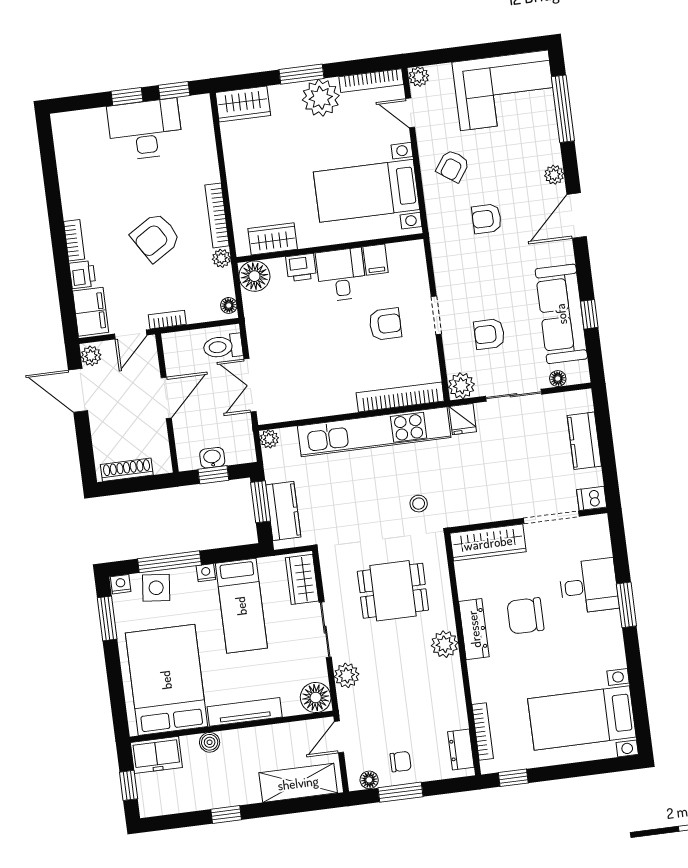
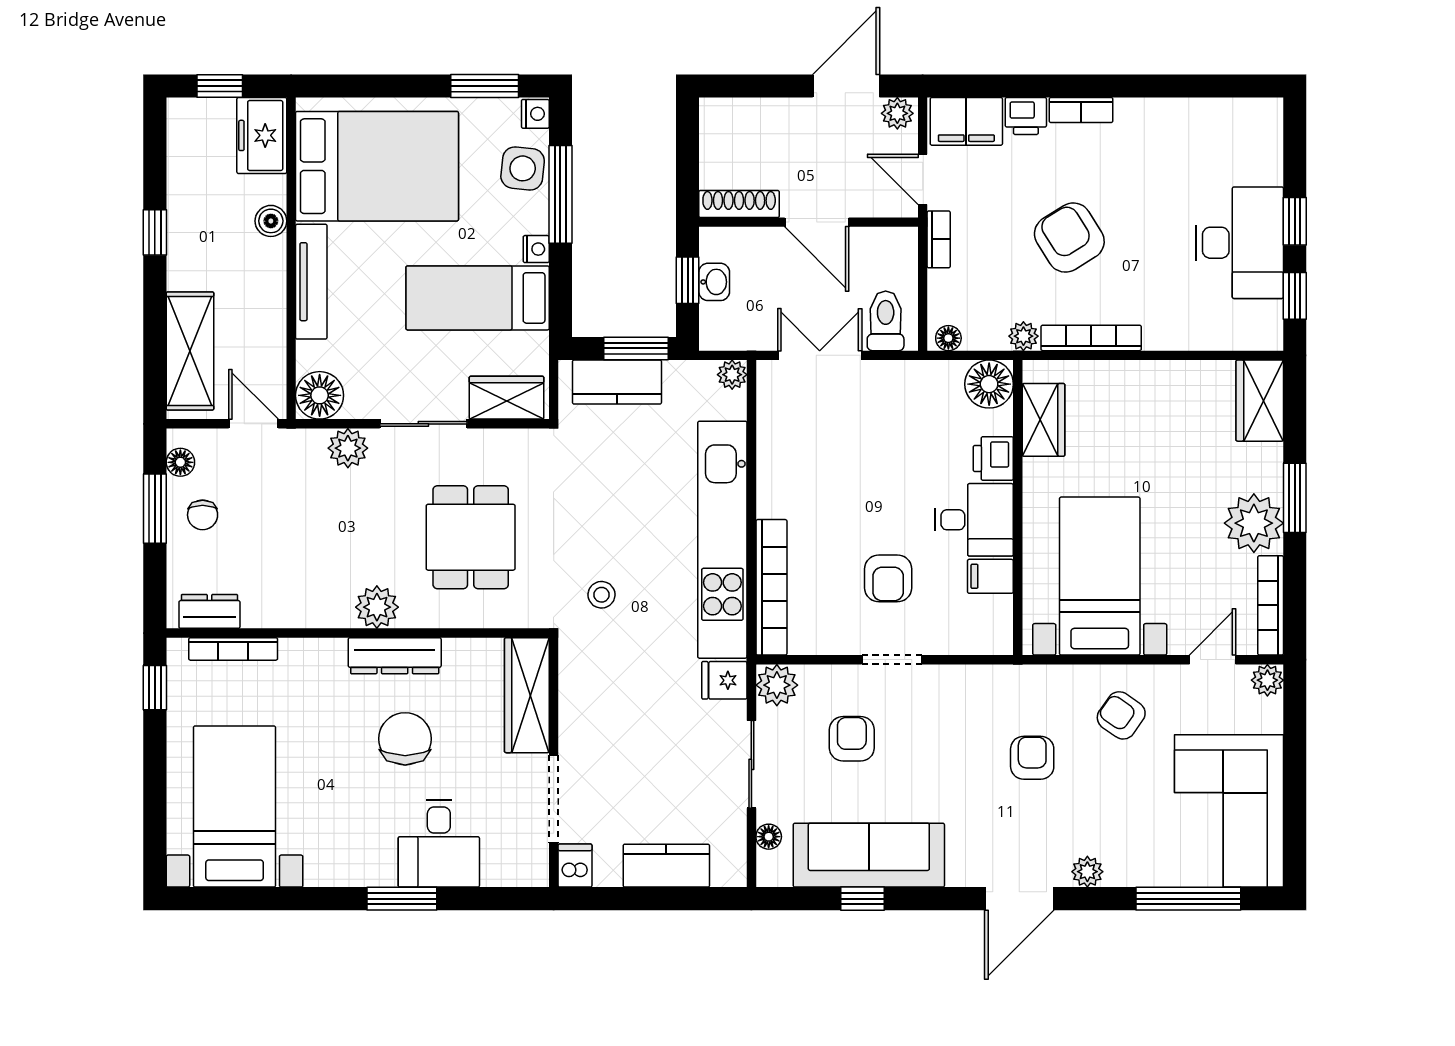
door: (577, 215) -> (1019, 899), swing flipped
shoe rack: (127, 470) -> (739, 204), moved, turned -90

